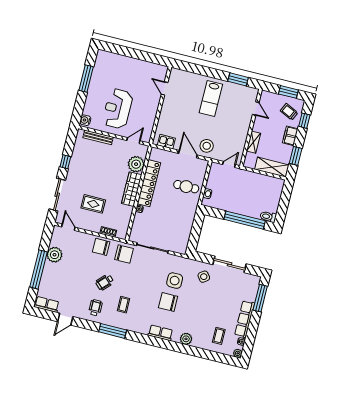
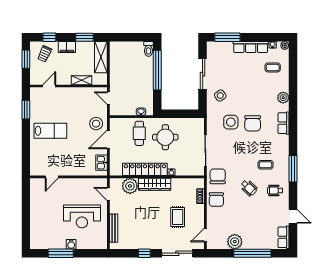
water cooler: (85, 120) -> (71, 244), moved
round table: (176, 211) -> (165, 137), added

